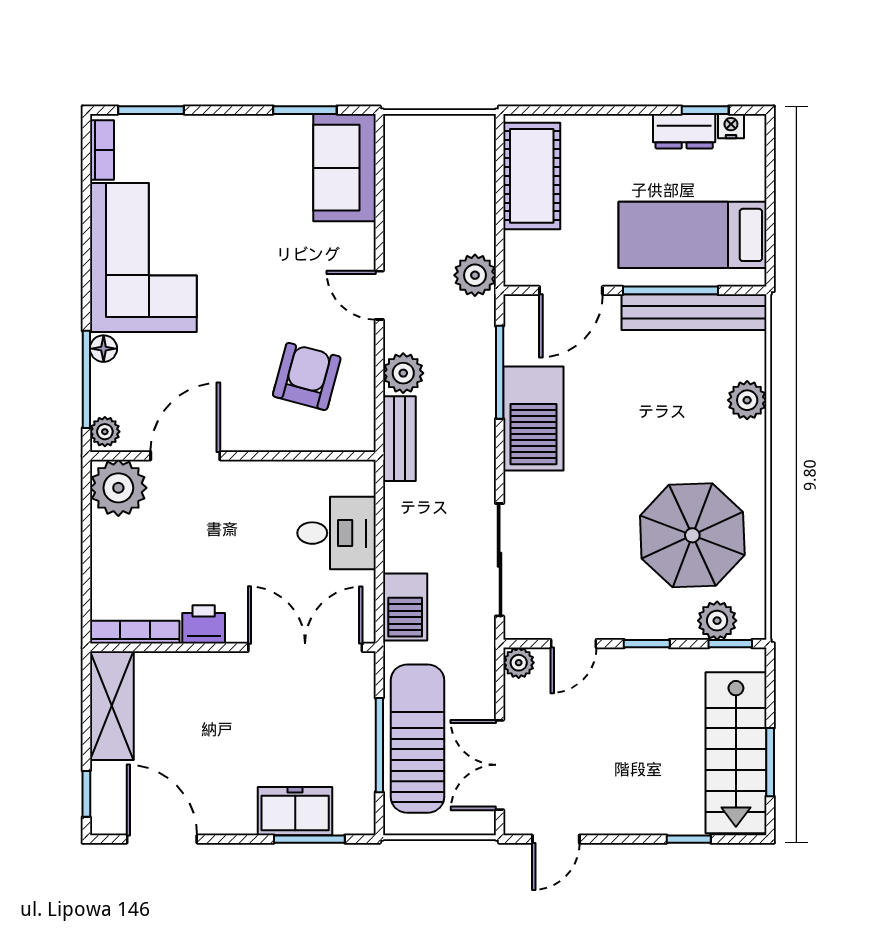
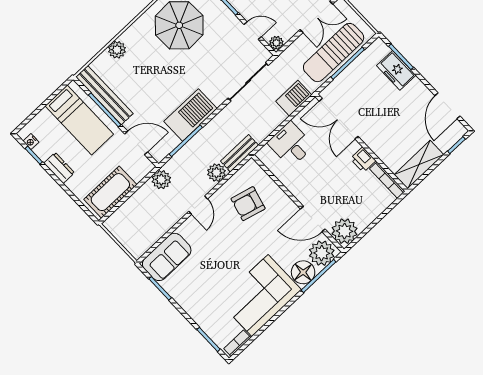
dresser: (684, 131) -> (59, 168), moved
floor lamp: (104, 349) -> (303, 272), width x1.89, depth x1.89
plant: (105, 432) -> (322, 253), width x1.87, depth x1.87

